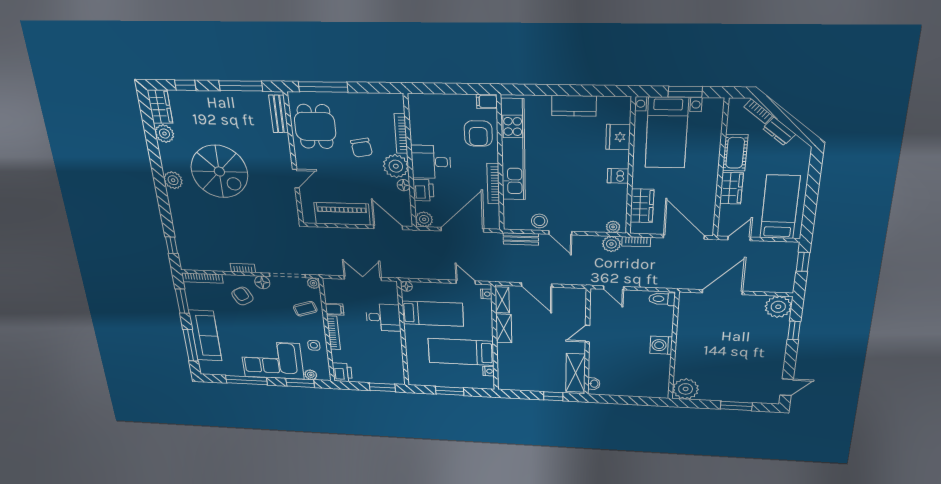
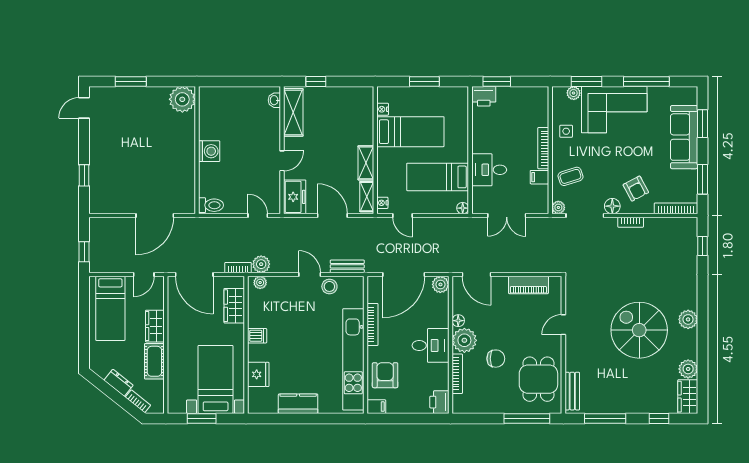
chair: (362, 148) -> (496, 359), turned 100
printer: (423, 190) -> (439, 402), moved
piano: (342, 214) -> (528, 285), width x0.73, depth x0.75
freezer: (575, 303) -> (295, 197), added
plant: (778, 307) -> (101, 202), removed
window: (191, 345) -> (702, 124), width x0.69
printer: (342, 372) -> (484, 96), moved, turned -90

